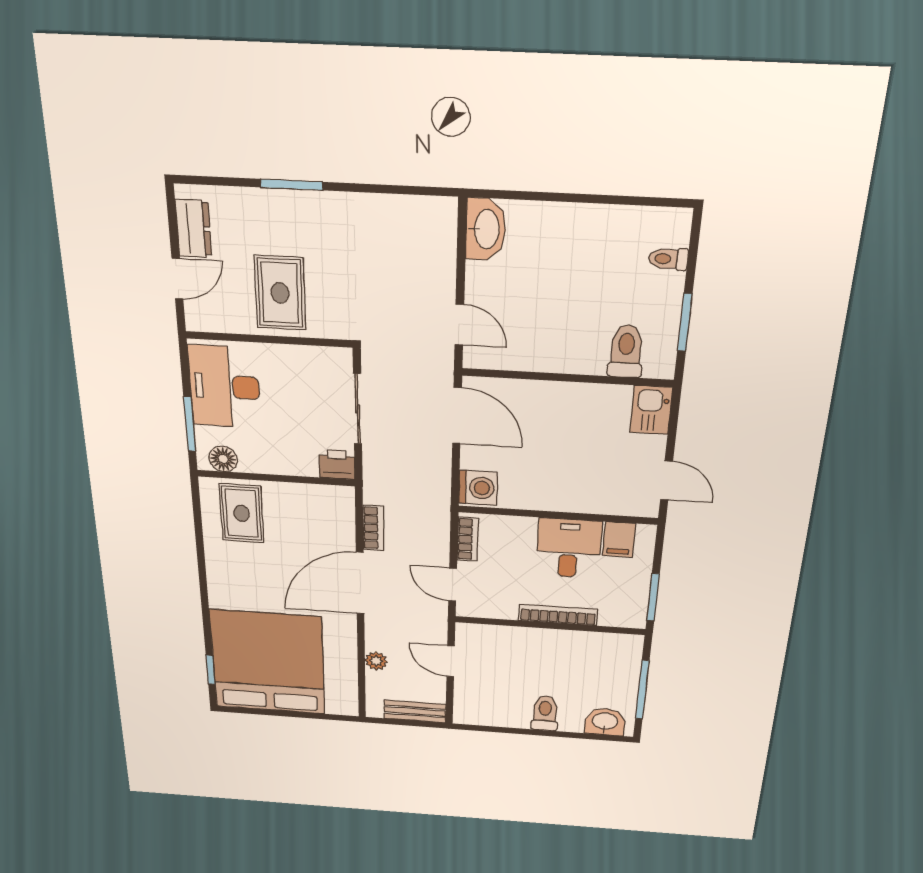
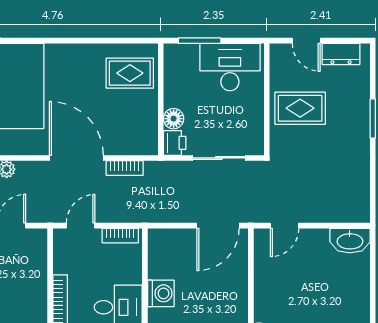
floor lamp: (223, 459) -> (174, 119), moved
washing machine: (478, 488) -> (161, 293), moved, turned -90

